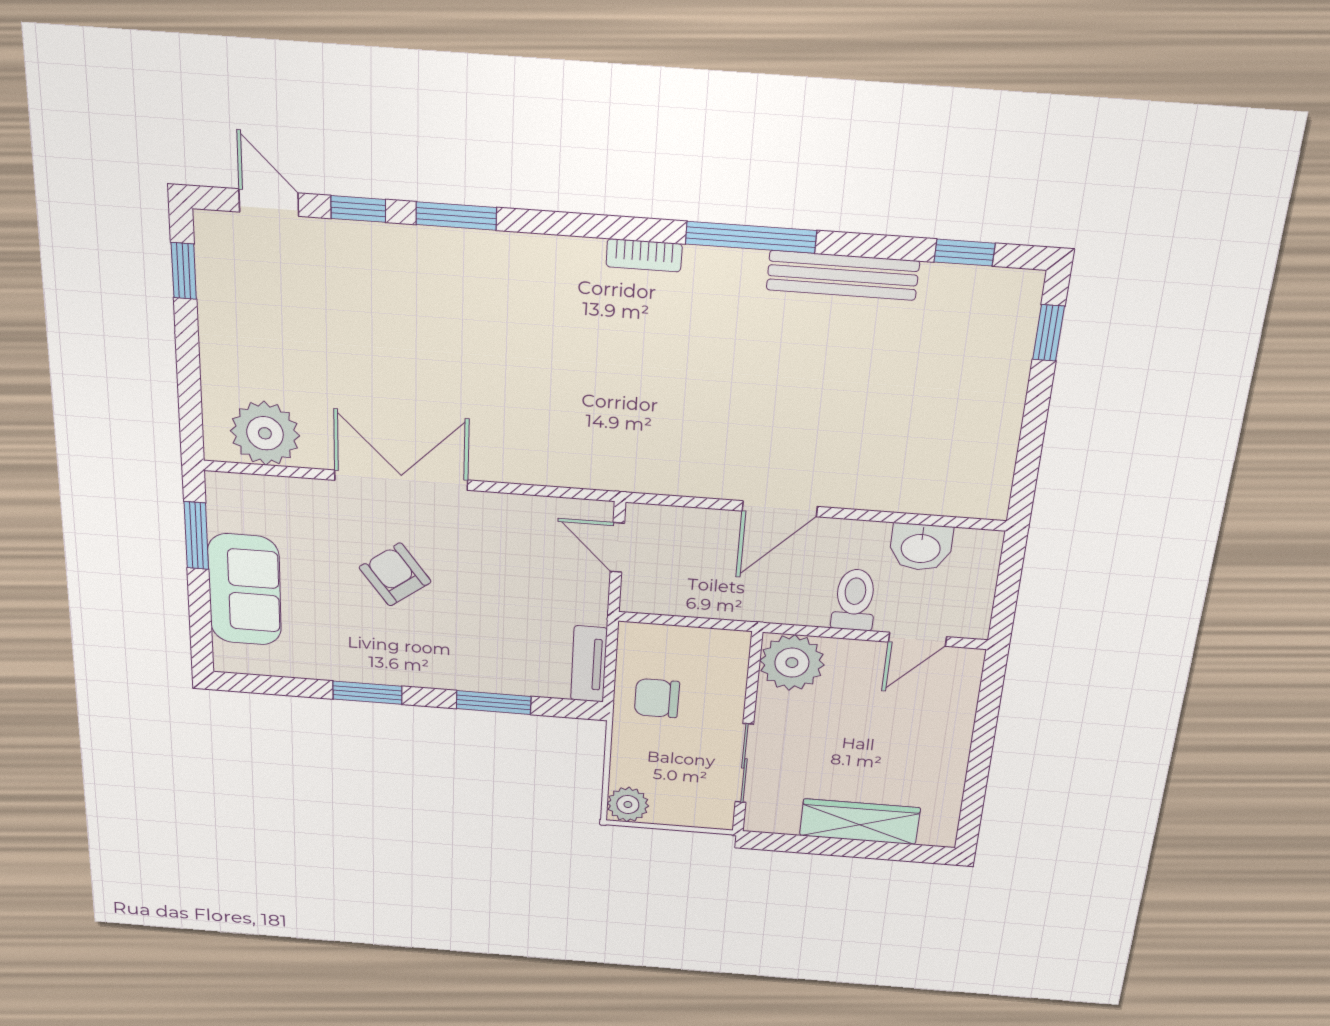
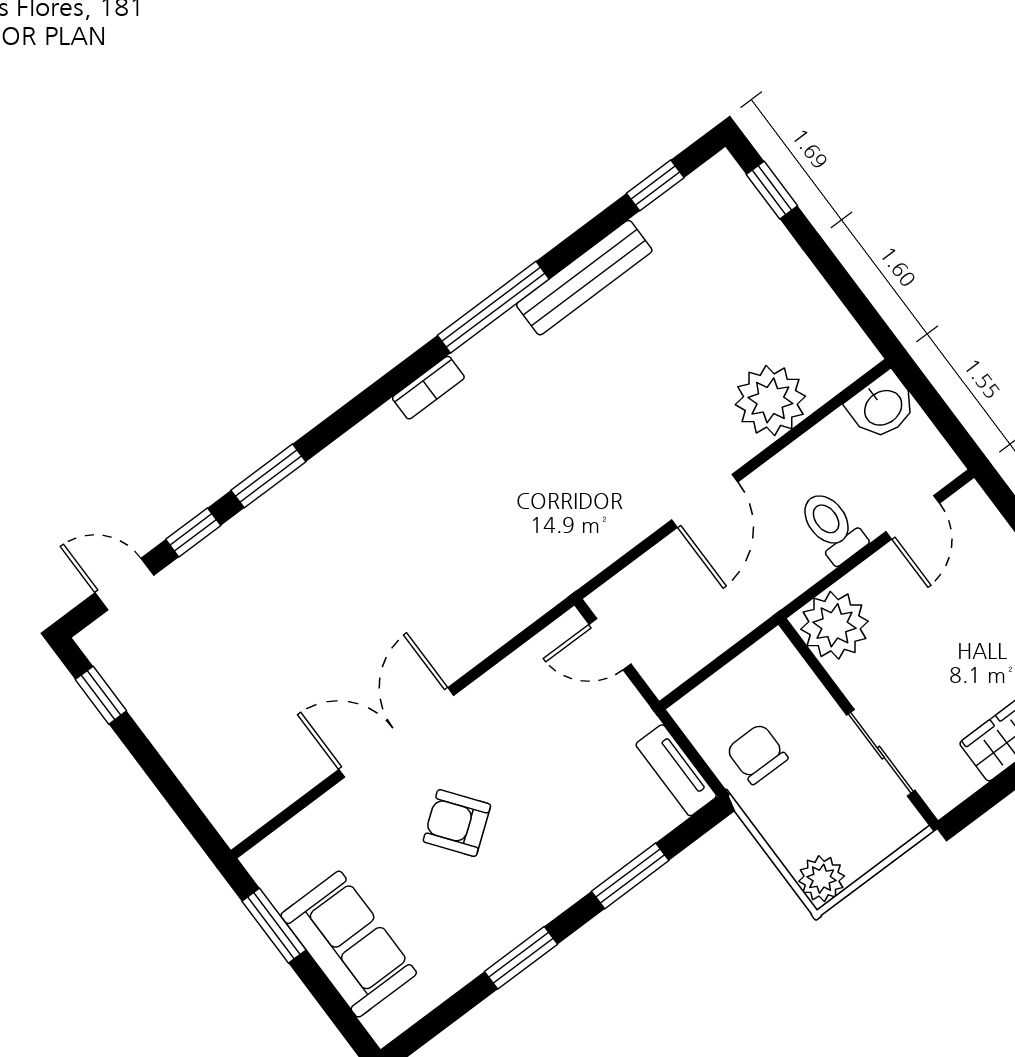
plant: (265, 433) -> (770, 400), moved
washbasin: (921, 547) -> (882, 407), moved
chair: (657, 698) -> (757, 754), turned 90

